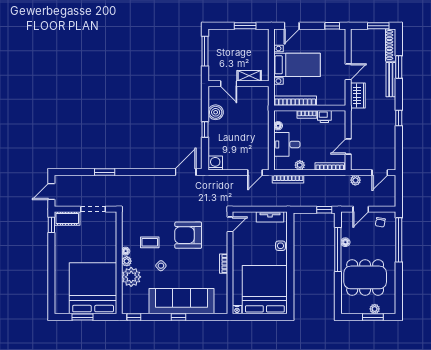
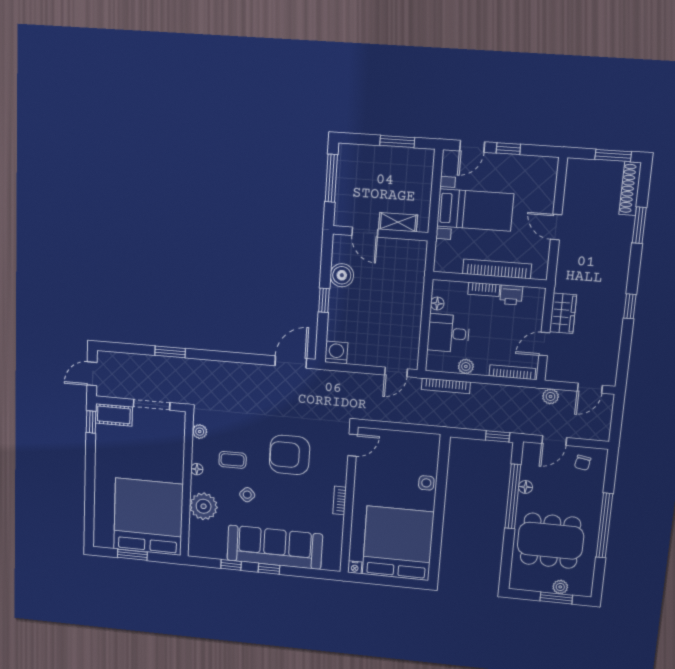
window: (332, 26) -> (508, 149), moved
door: (348, 72) -> (556, 227), swing flipped
bench: (391, 80) -> (624, 244), removed
wardrobe: (358, 96) -> (563, 313), moved
bookcase: (295, 101) -> (497, 269), moved
tv unit: (270, 217) -> (414, 439), removed
window: (399, 240) -> (604, 526), moved
plant: (127, 261) -> (200, 432), moved
window: (134, 317) -> (231, 565), moved

